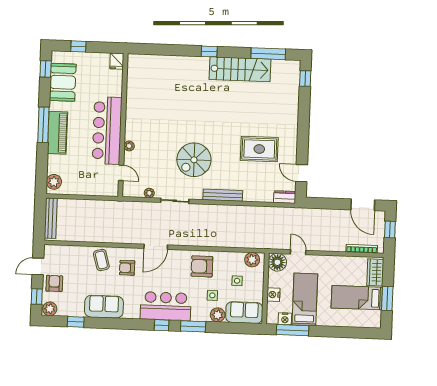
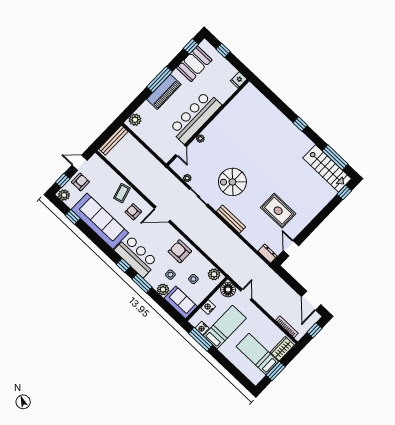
stairs: (240, 69) -> (327, 168), moved
sofa: (104, 307) -> (100, 221), width x1.85, depth x1.27

